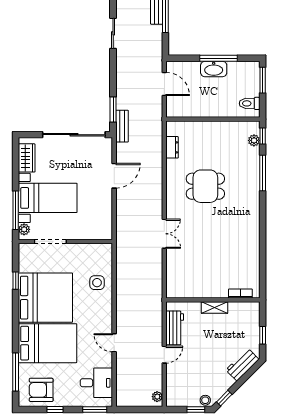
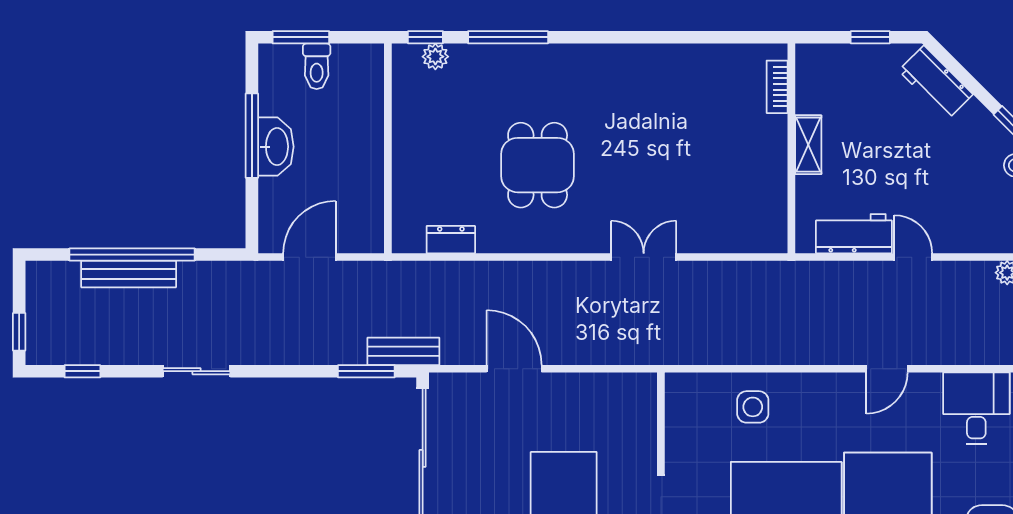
toilet: (250, 103) -> (317, 66), moved

